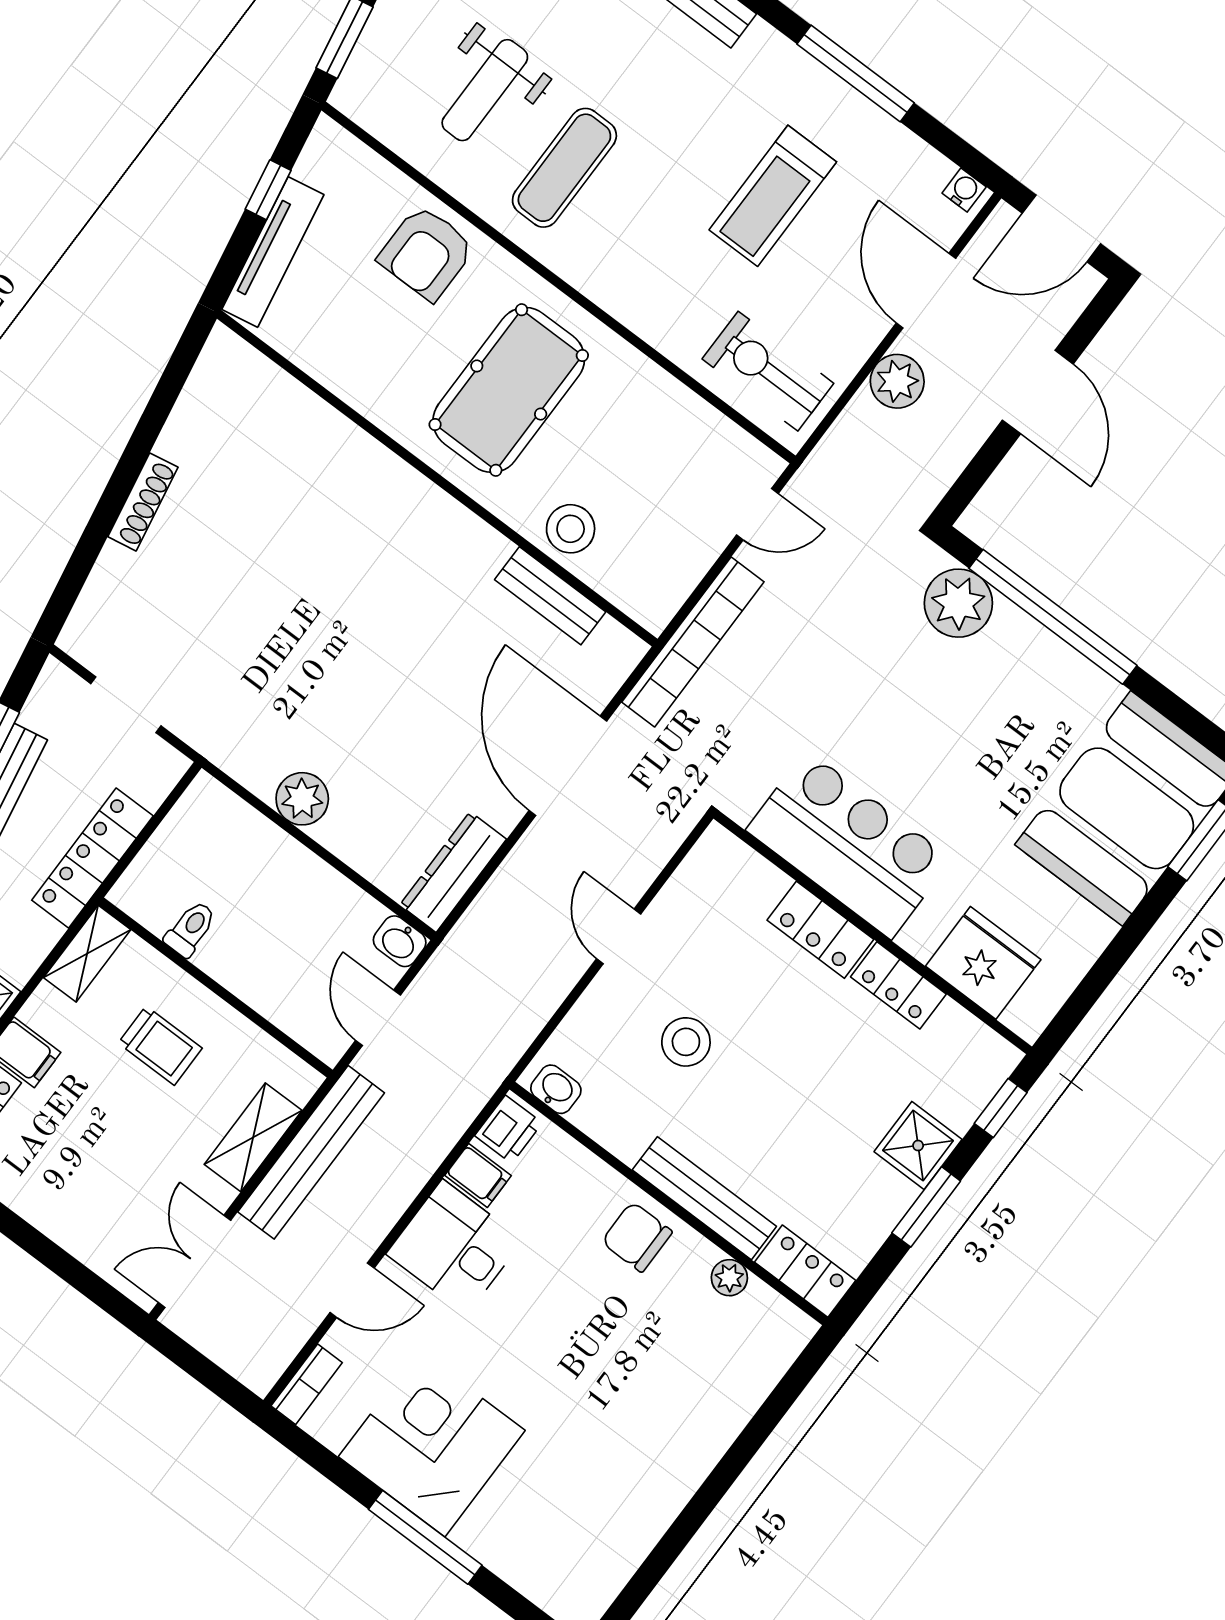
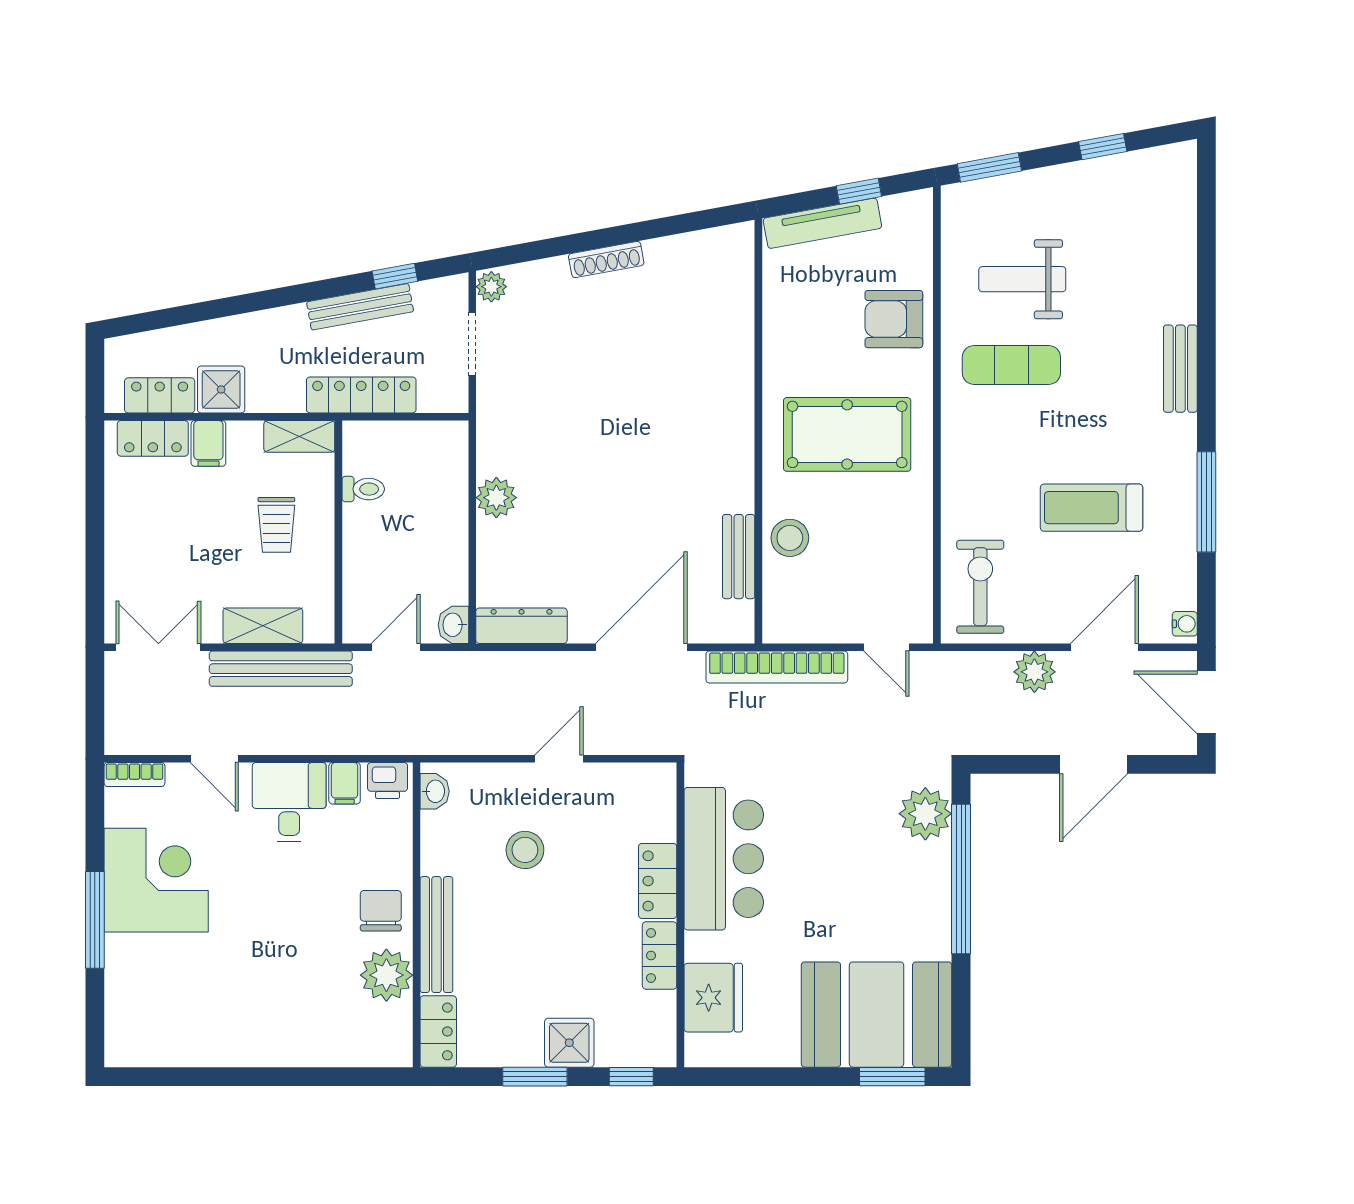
plant: (82, 641) -> (491, 287), added
plant: (729, 1278) -> (386, 975), width x1.88, depth x1.88

